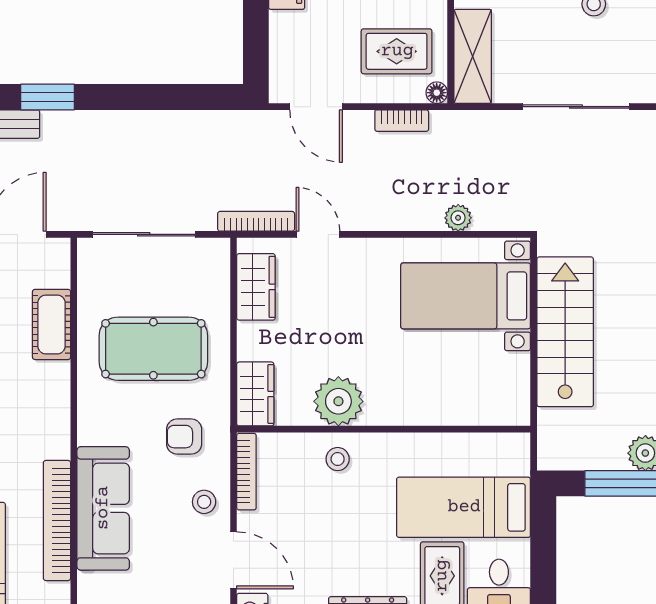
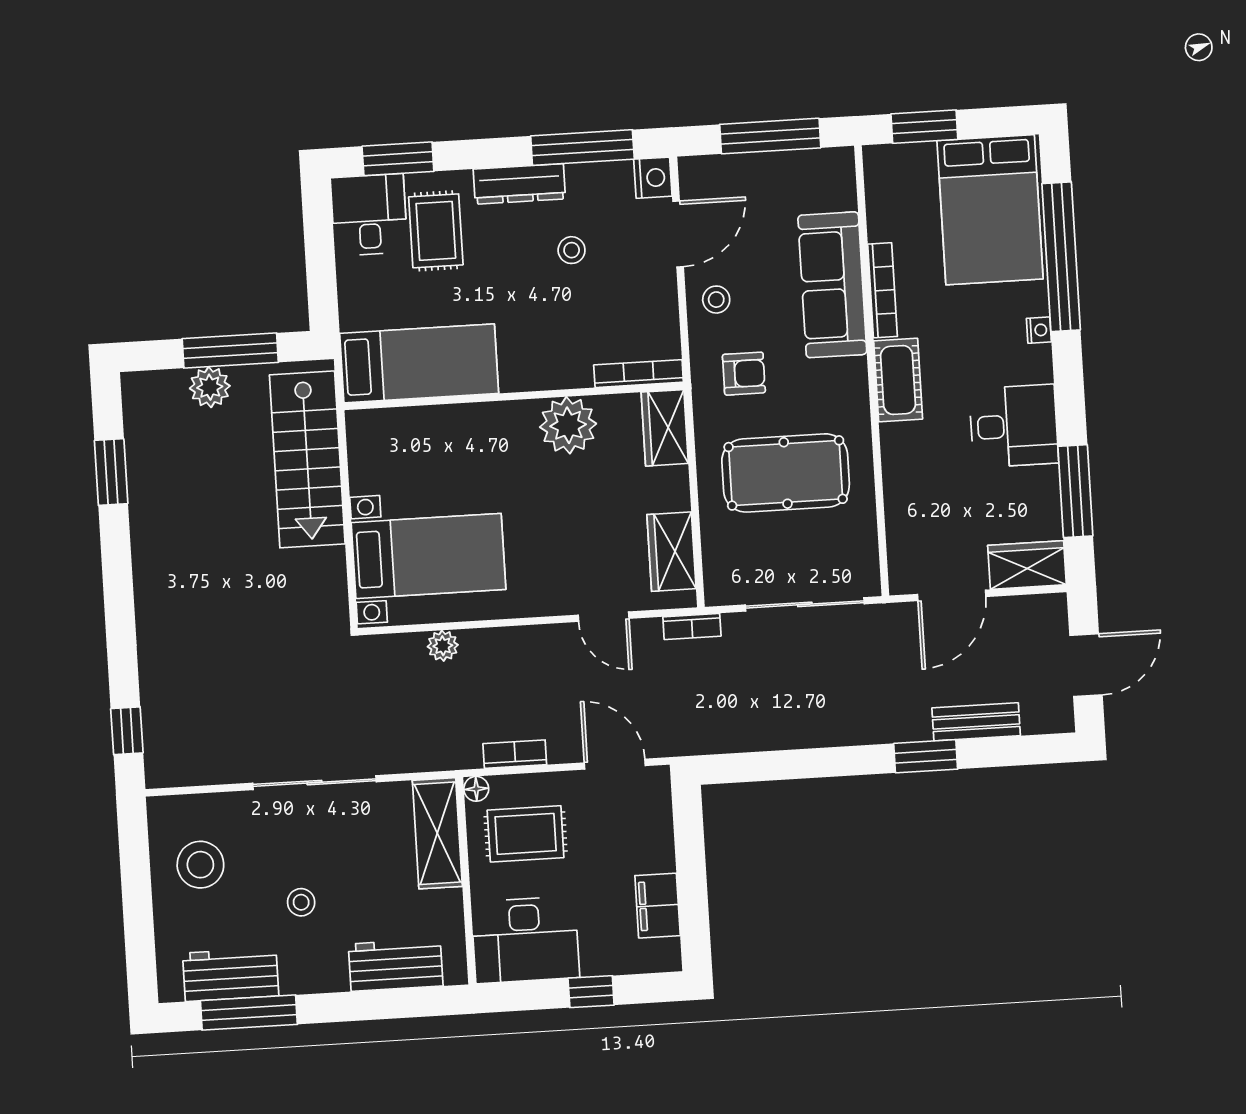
bookcase: (256, 221) -> (692, 626), width x0.64
cot: (52, 324) -> (898, 380), moved
stairs: (565, 332) -> (307, 459), moved
stool: (338, 459) -> (572, 250), moved
bookcase: (246, 472) -> (639, 374), moved, turned 90
bed: (464, 507) -> (419, 363), moved
bookcase: (57, 520) -> (883, 290), width x0.68, depth x0.76
door: (233, 560) -> (678, 234), swing flipped

